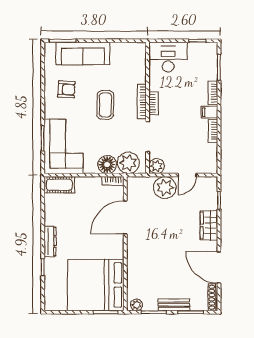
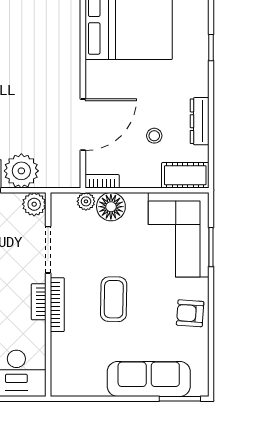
armchair: (66, 89) -> (190, 313), moved
plant: (128, 163) -> (86, 201), width x0.53, depth x0.53
stool: (79, 210) -> (154, 136), added
dresser: (50, 241) -> (200, 121), moved

